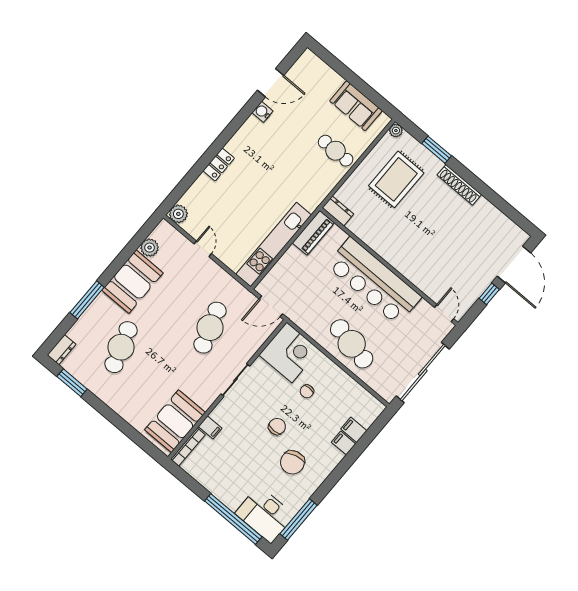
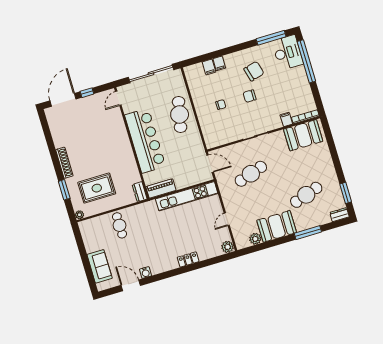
sofa: (356, 106) -> (100, 266), moved
corner desk: (289, 353) -> (217, 132), removed

